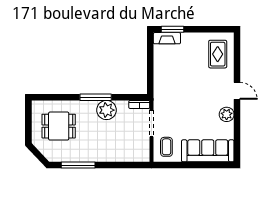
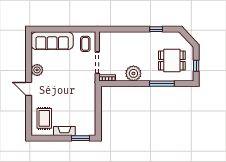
fireplace: (167, 38) -> (64, 131), moved
window: (96, 97) -> (162, 84), moved
window: (28, 120) -> (196, 66), added
window: (78, 165) -> (156, 29), width x0.46

